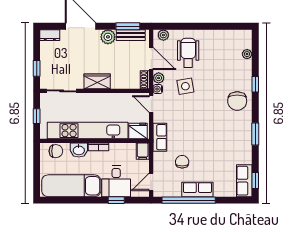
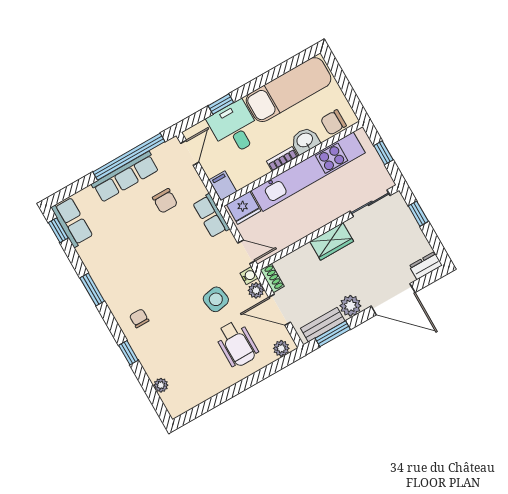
chair: (237, 101) -> (139, 318), width x0.54, depth x0.54
row of seats: (197, 189) -> (125, 177), width x1.48

